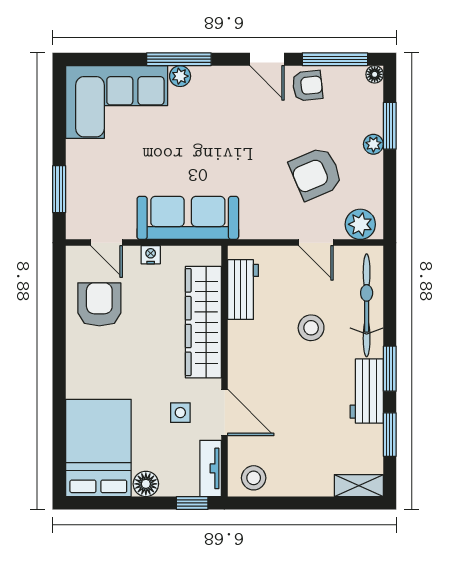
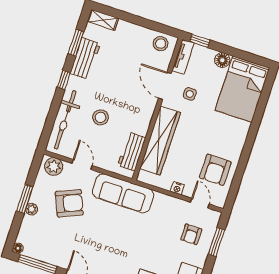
armchair: (307, 86) -> (191, 234), moved, turned -84
window: (390, 126) -> (25, 199), moved
sofa: (188, 218) -> (123, 193), moved
window: (390, 369) -> (64, 80), width x0.67
workbench: (367, 391) -> (85, 59), moved

